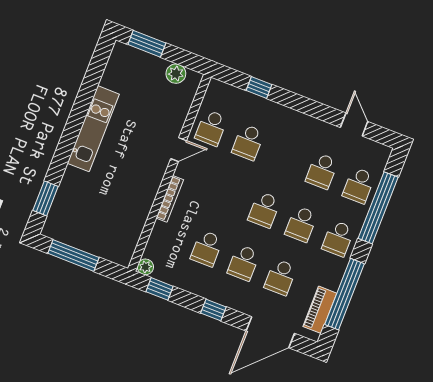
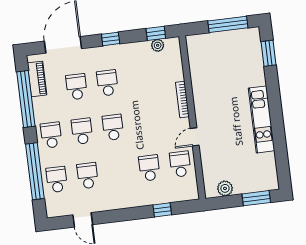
school desk: (207, 248) -> (138, 79), removed
plant: (145, 267) -> (158, 45), moved

